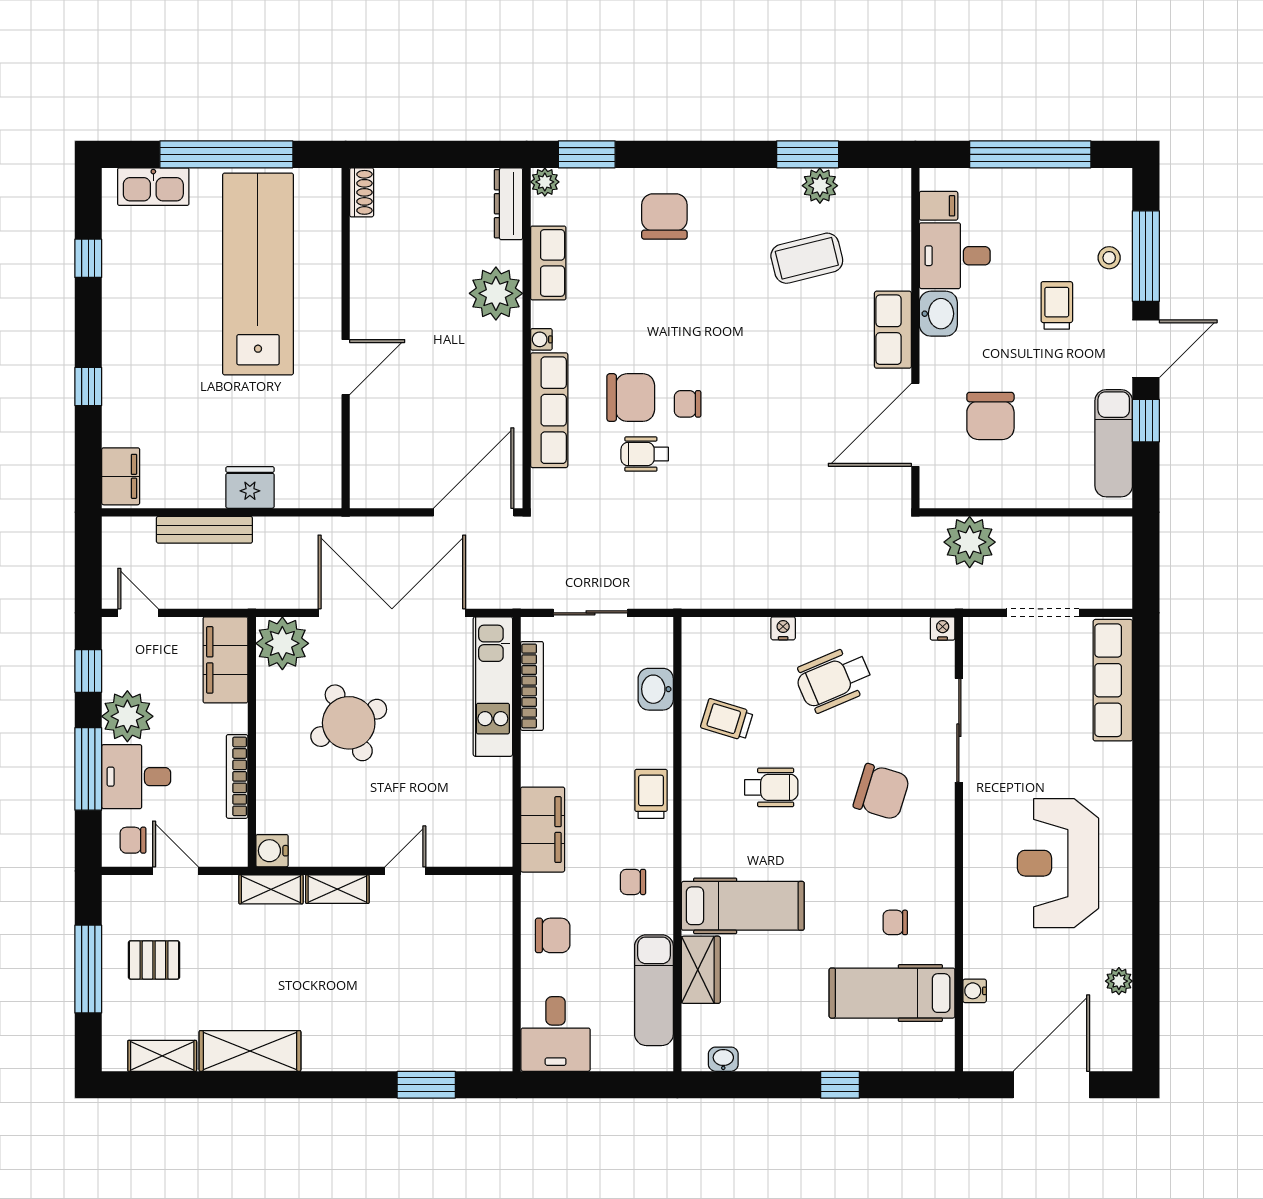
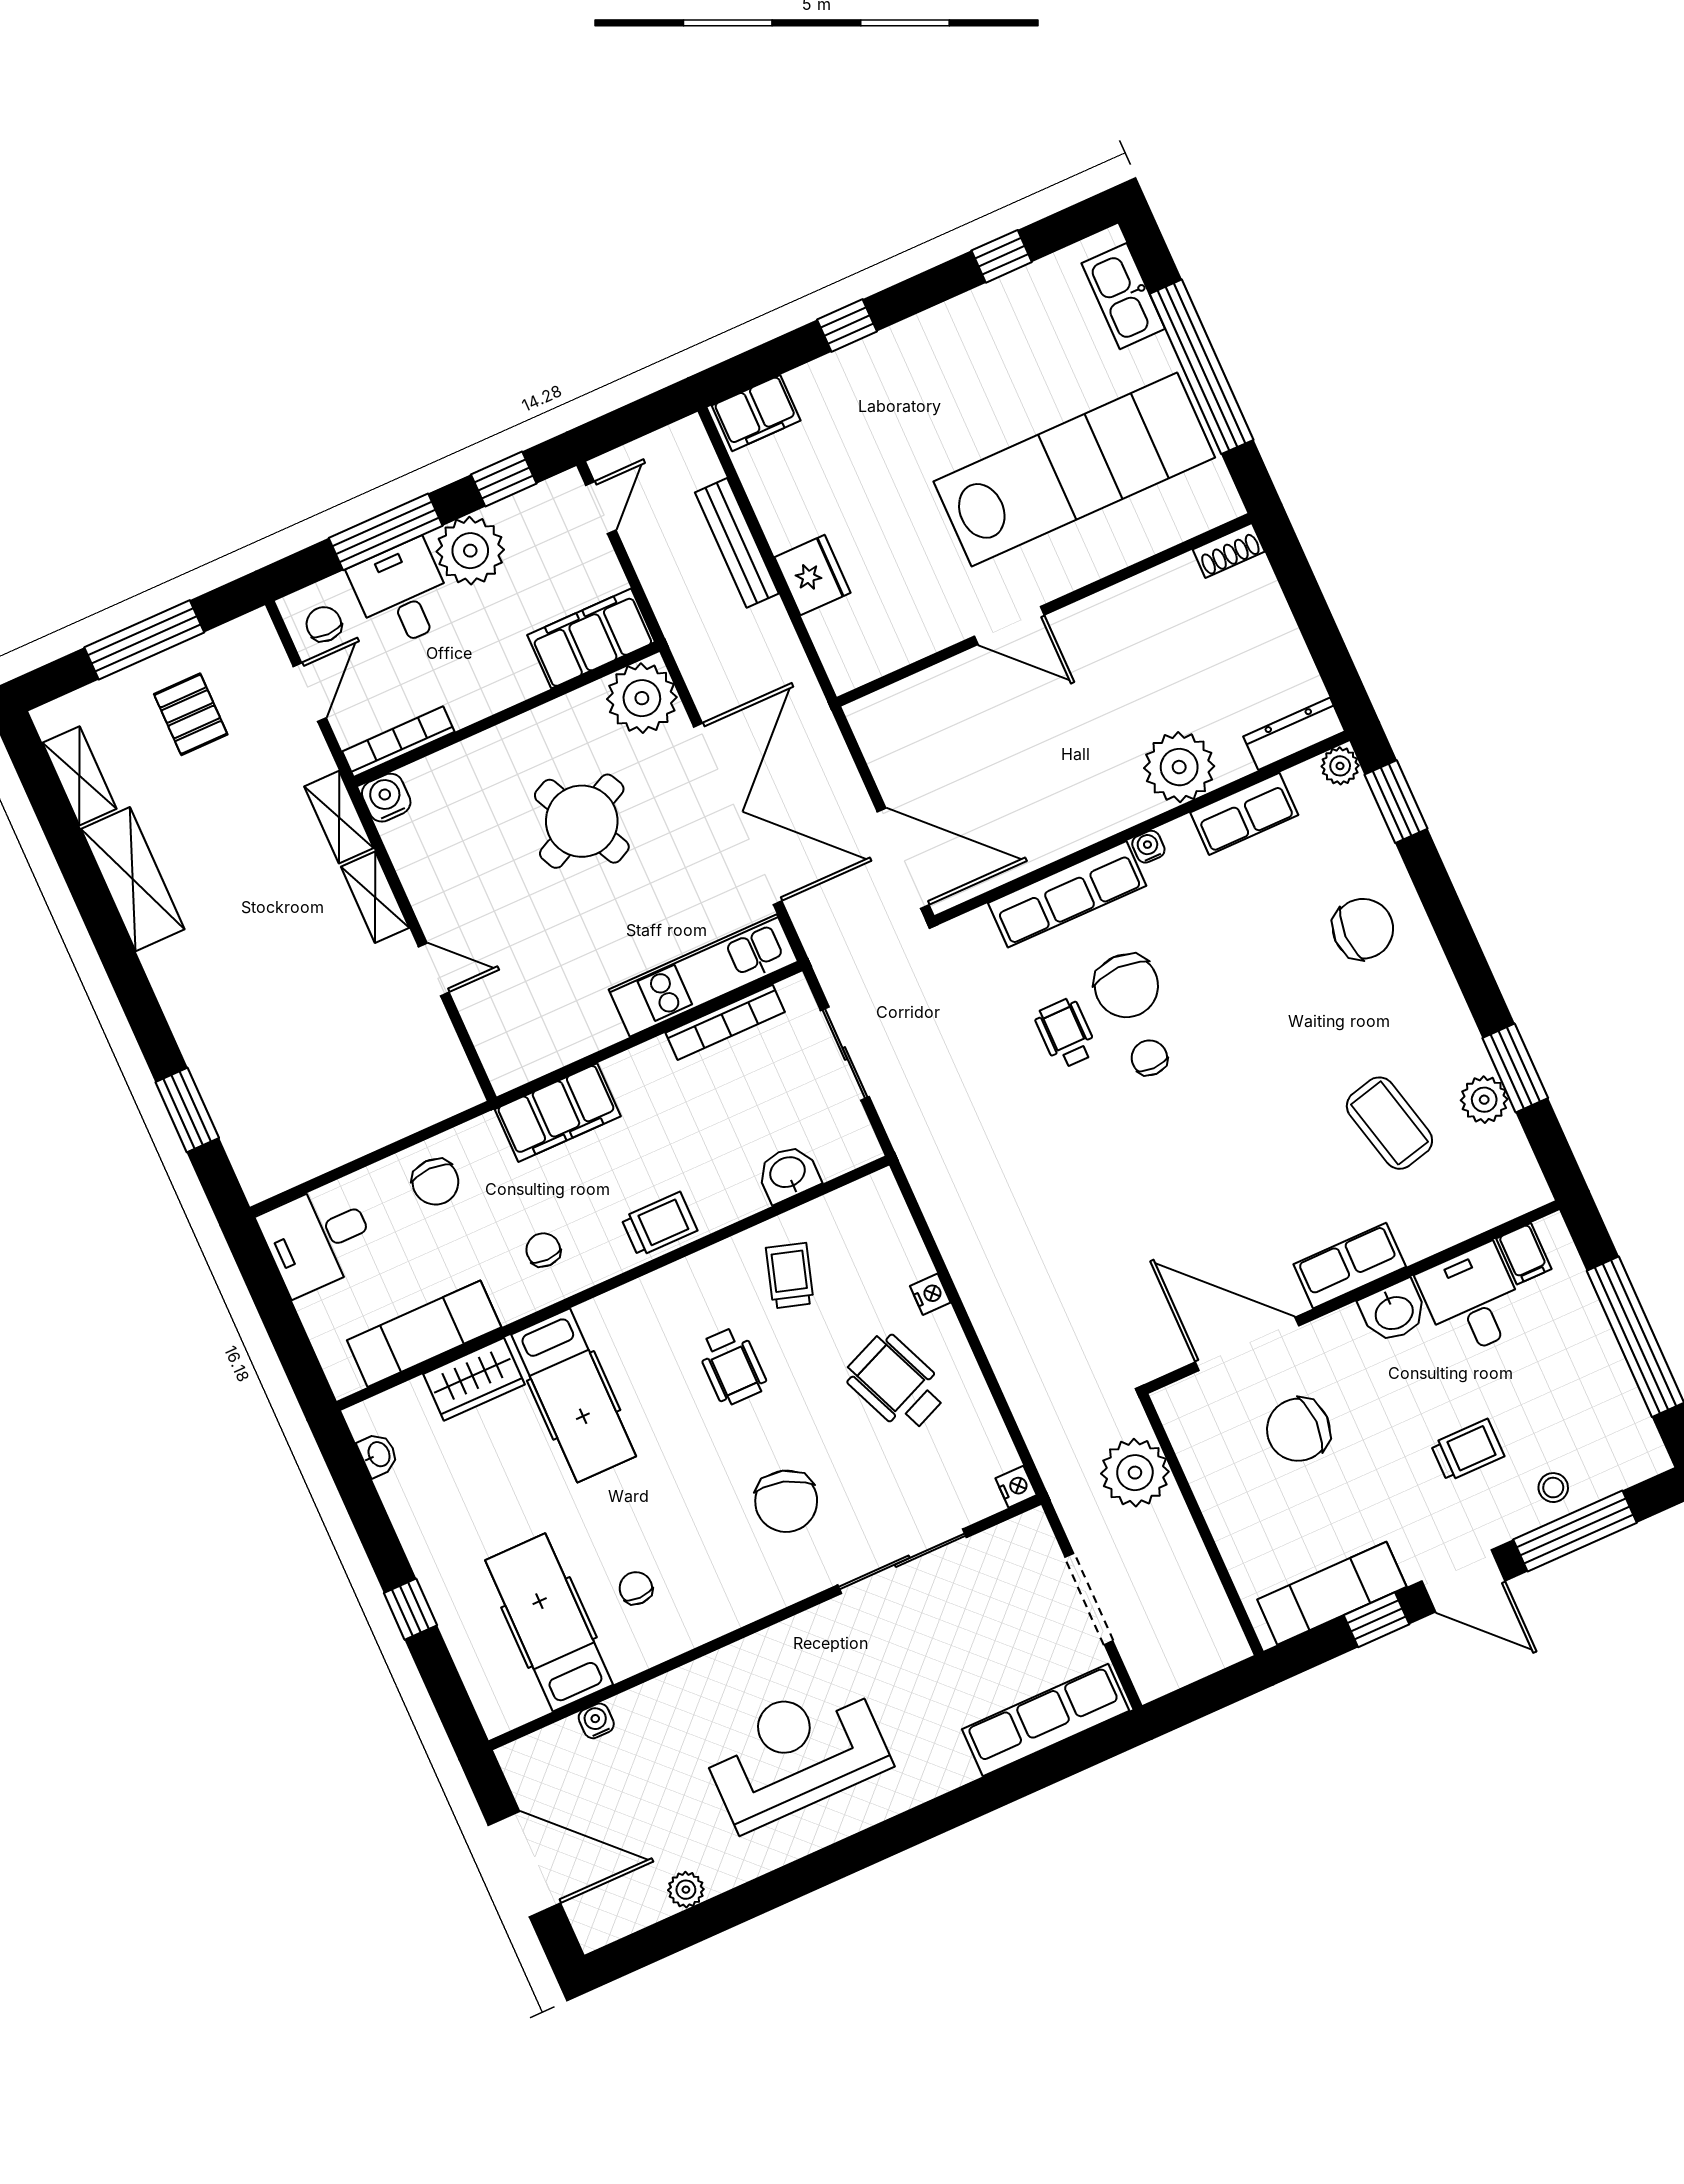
bookcase: (237, 776) -> (398, 742), moved

